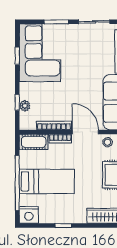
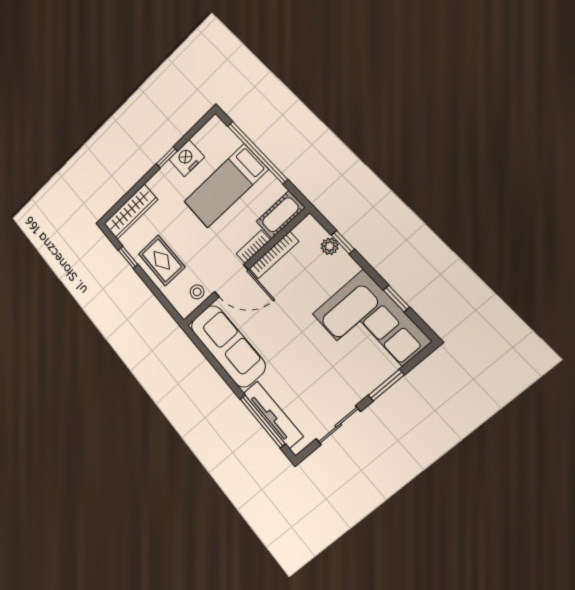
nightstand: (29, 215) -> (187, 158), moved

